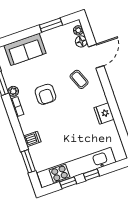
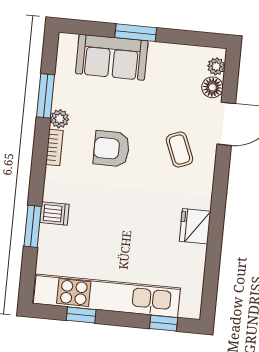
window: (51, 25) -> (136, 33), moved
armchair: (45, 94) -> (111, 149), turned 90
window: (28, 161) -> (33, 226), moved
window: (91, 175) -> (164, 323), moved

